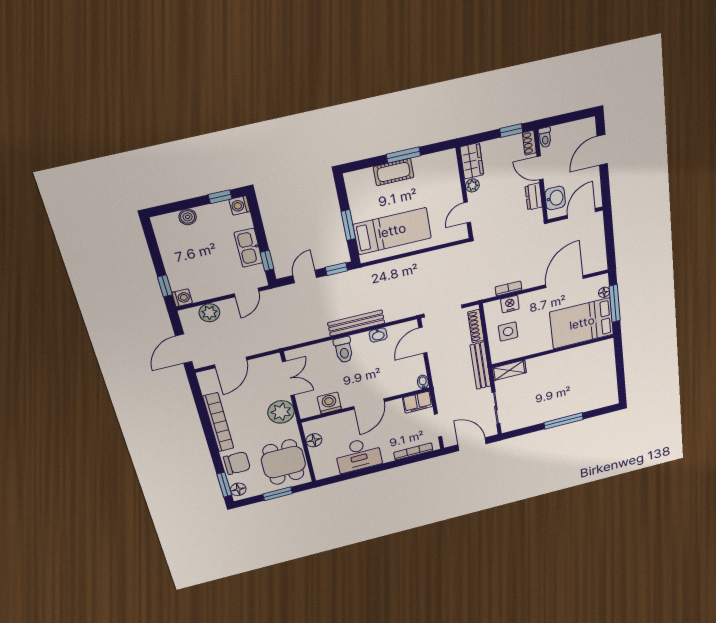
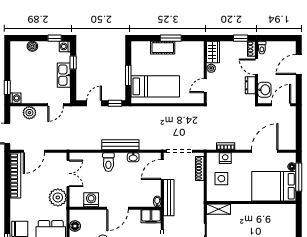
window: (267, 261) -> (73, 63), moved
bench: (480, 366) -> (169, 198), moved
bookcase: (218, 422) -> (15, 175), moved

